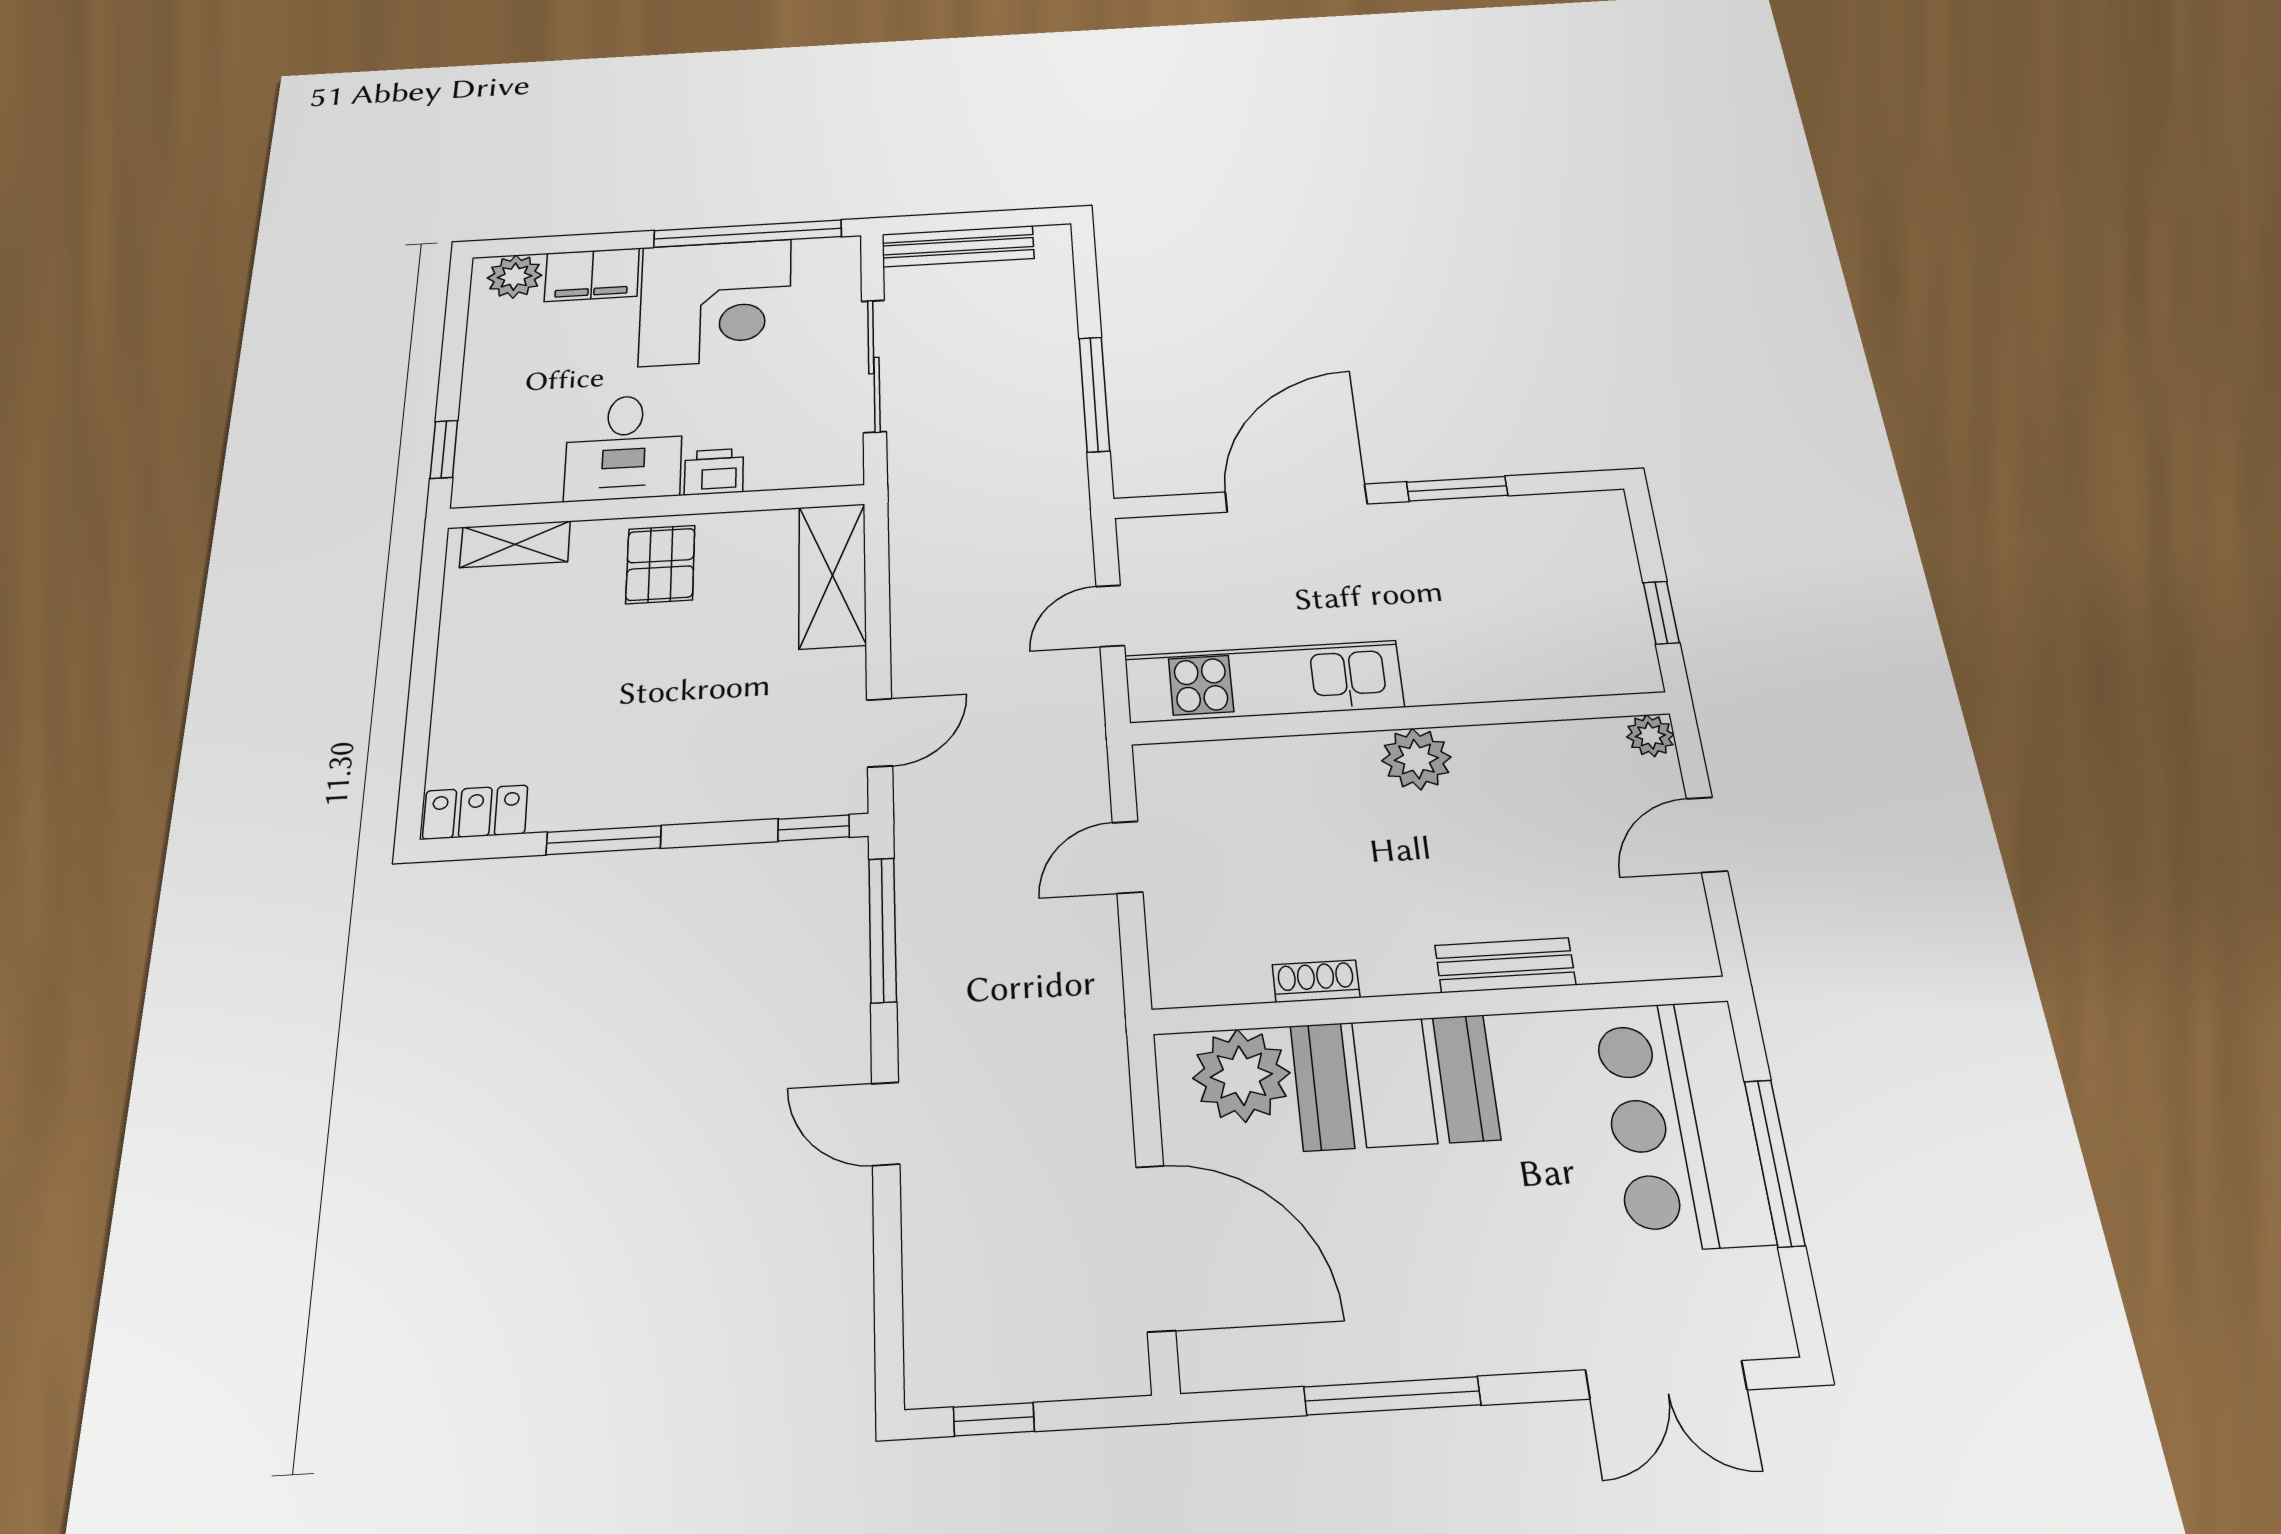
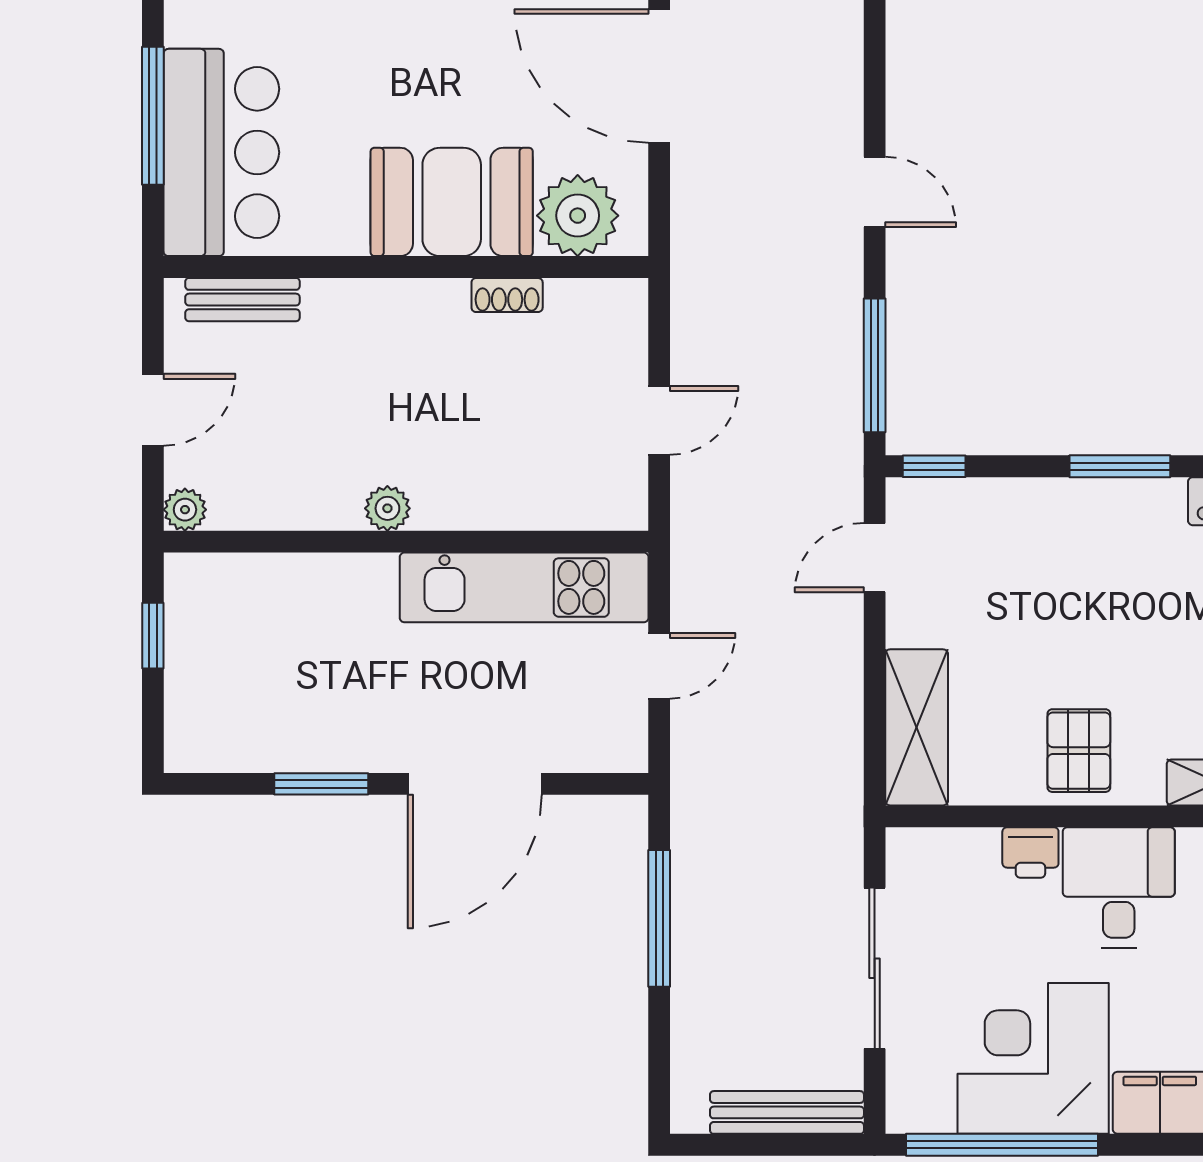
plant: (1416, 759) -> (387, 508), width x0.73, depth x0.73
bench: (1505, 965) -> (242, 300), moved

